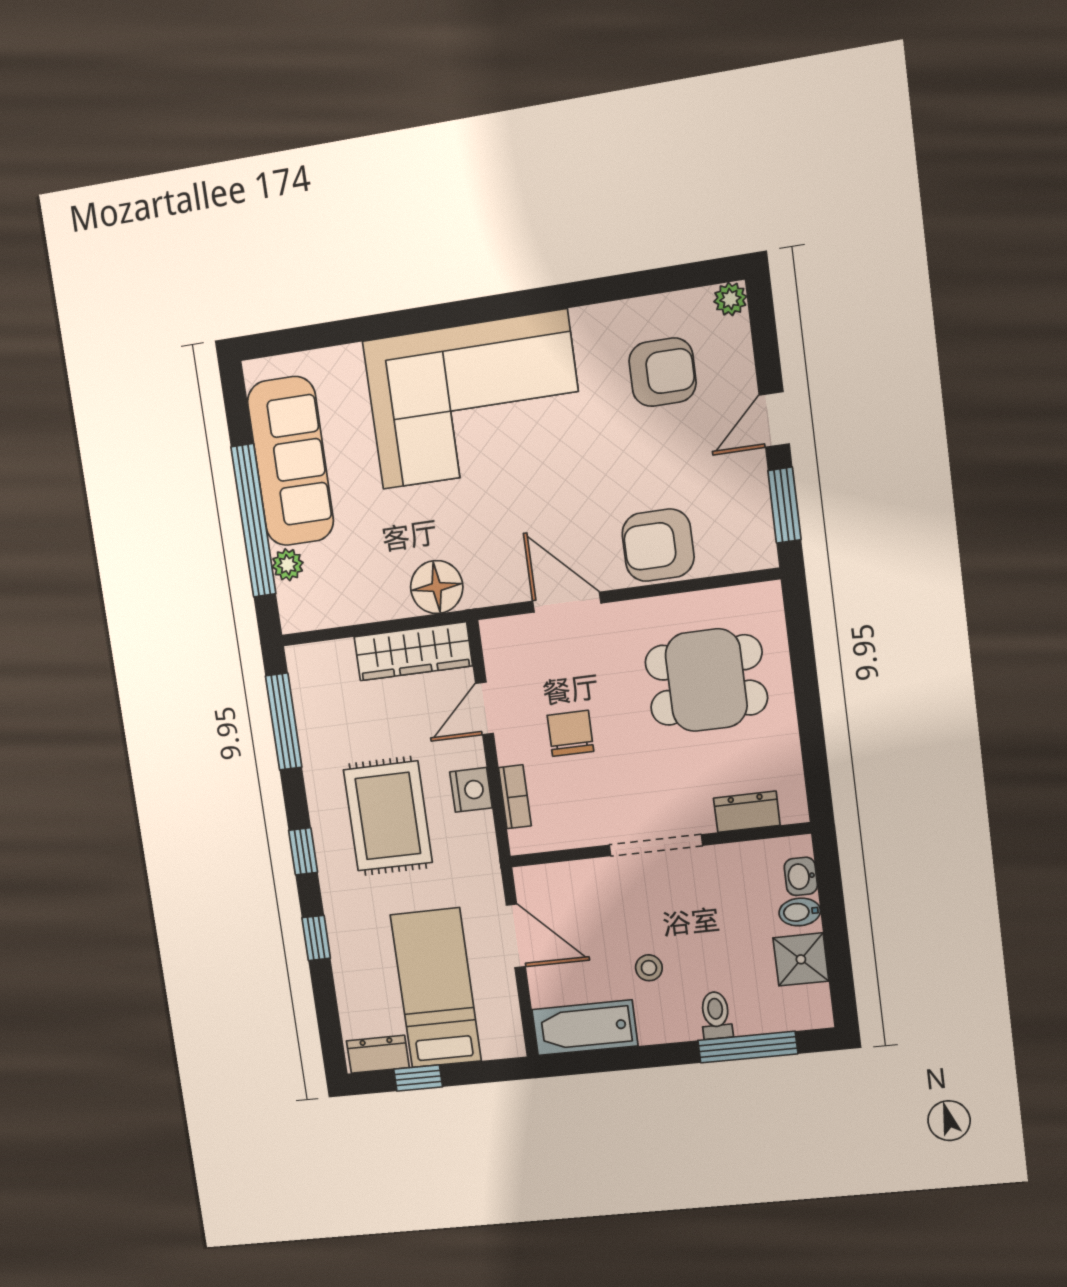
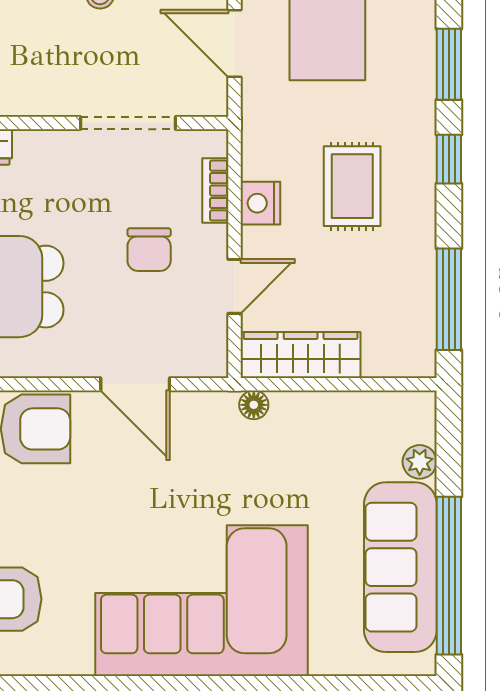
window: (254, 520) -> (449, 576), moved
floor lamp: (437, 587) -> (254, 405), width x0.53, depth x0.53
rug: (388, 816) -> (352, 186), width x0.73, depth x0.70
doorway: (656, 845) -> (128, 123), moved
window: (316, 938) -> (449, 64), width x1.50

